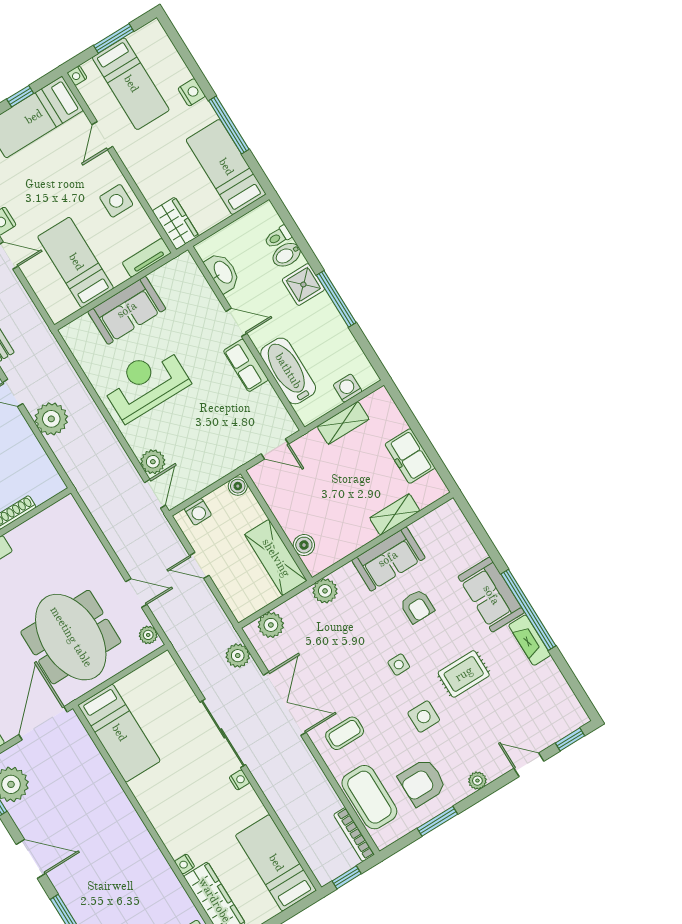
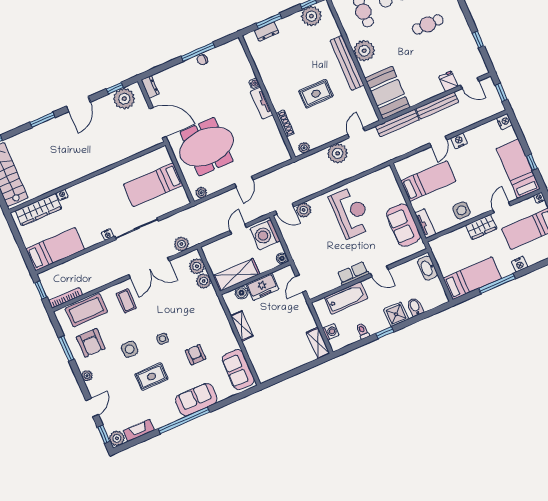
door: (102, 136) -> (501, 208), hinge flipped
wardrobe: (175, 223) -> (481, 227), moved
toilet: (278, 237) -> (363, 331), moved
washbasin: (223, 273) -> (428, 268), moved, turned 90
window: (336, 299) -> (385, 333), width x0.46
sofa: (127, 310) -> (403, 225), moved
door: (236, 322) -> (379, 271), hinge flipped
shelving: (343, 423) -> (318, 343), moved
freezer: (410, 456) -> (262, 287), moved, turned 180
plant: (50, 476) -> (304, 148), added
washing machine: (198, 512) -> (265, 235), width x1.89, depth x1.89
shelving: (395, 514) -> (242, 326), moved
sofa: (388, 559) -> (238, 370), moved
plant: (325, 591) -> (204, 281), moved
door: (136, 593) -> (244, 182), moved
armchair: (417, 606) -> (196, 355), turned 90
fireplace: (530, 640) -> (139, 430), moved
rug: (464, 674) -> (151, 377), turned 90
plant: (574, 717) -> (117, 438), added
bed: (119, 733) -> (153, 185), moved
armchair: (422, 782) -> (91, 343), turned 180

